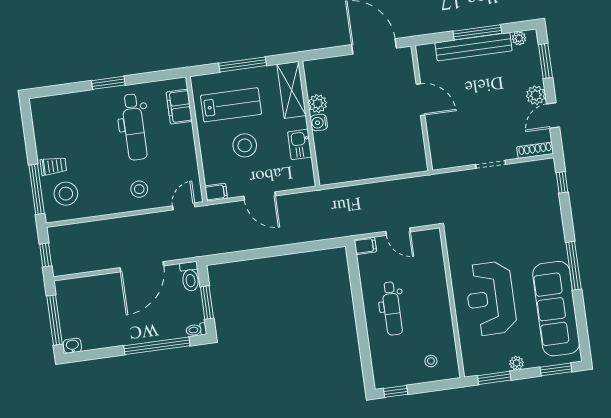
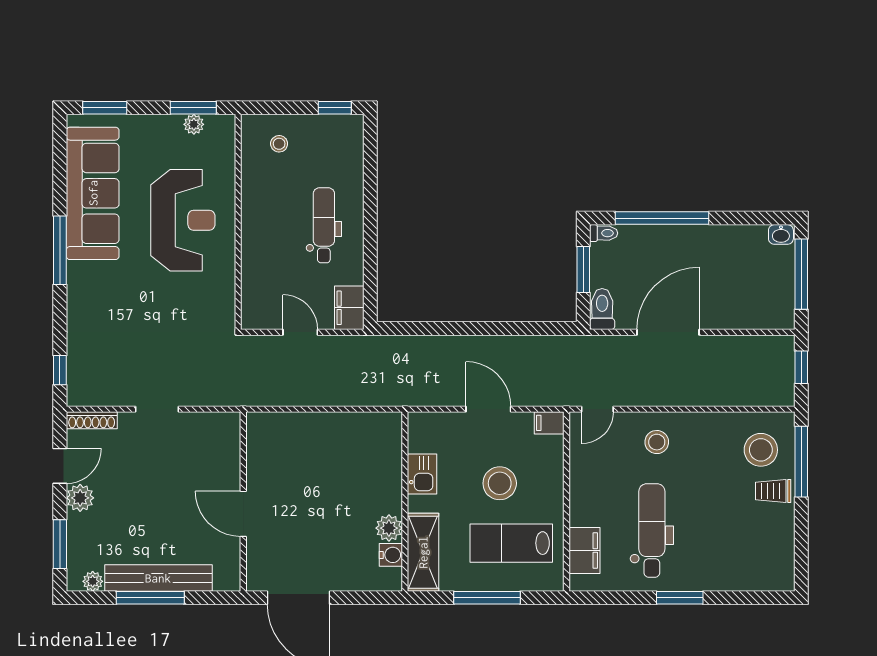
water cooler: (319, 123) -> (391, 555), moved
filing cabinet: (365, 246) -> (349, 308), width x2.00
plant: (516, 363) -> (194, 124), moved

